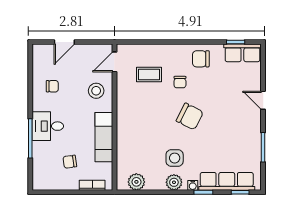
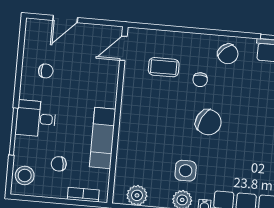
chair: (201, 59) -> (228, 54), turned -131
stool: (96, 91) -> (25, 175), moved

